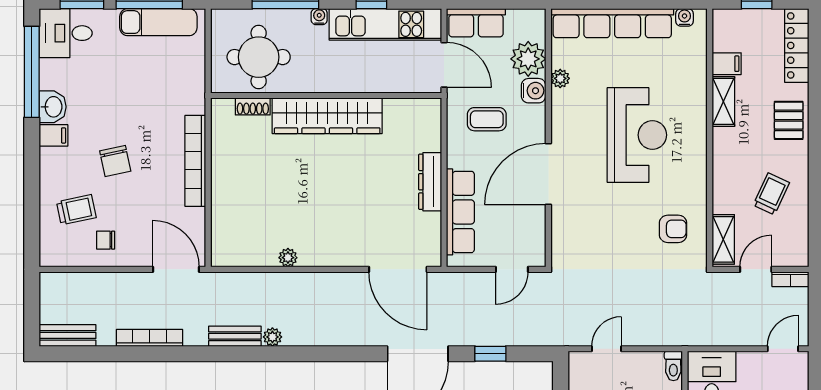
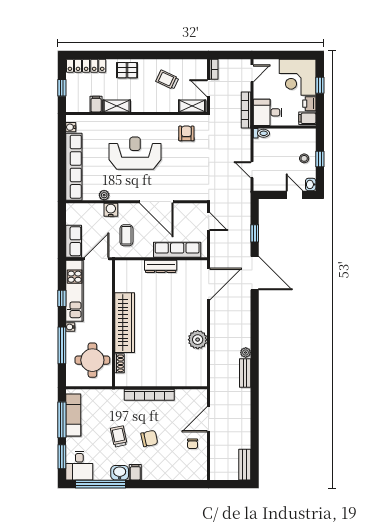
plant: (528, 59) -> (93, 213), removed
trolley: (76, 210) -> (119, 436), moved
plant: (288, 258) -> (198, 340), width x1.88, depth x1.88
door: (176, 269) -> (209, 419), moved
bookcase: (150, 338) -> (246, 110), moved
door: (783, 349) -> (252, 73), swing flipped

